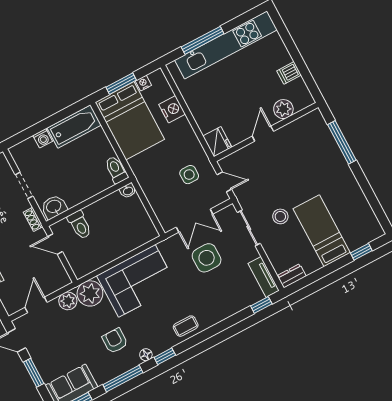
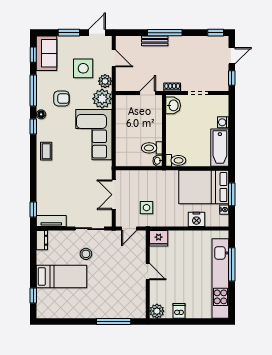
plant: (283, 109) -> (157, 311), moved
toilet: (80, 225) -> (152, 148), moved
side table: (207, 258) -> (83, 68), moved

